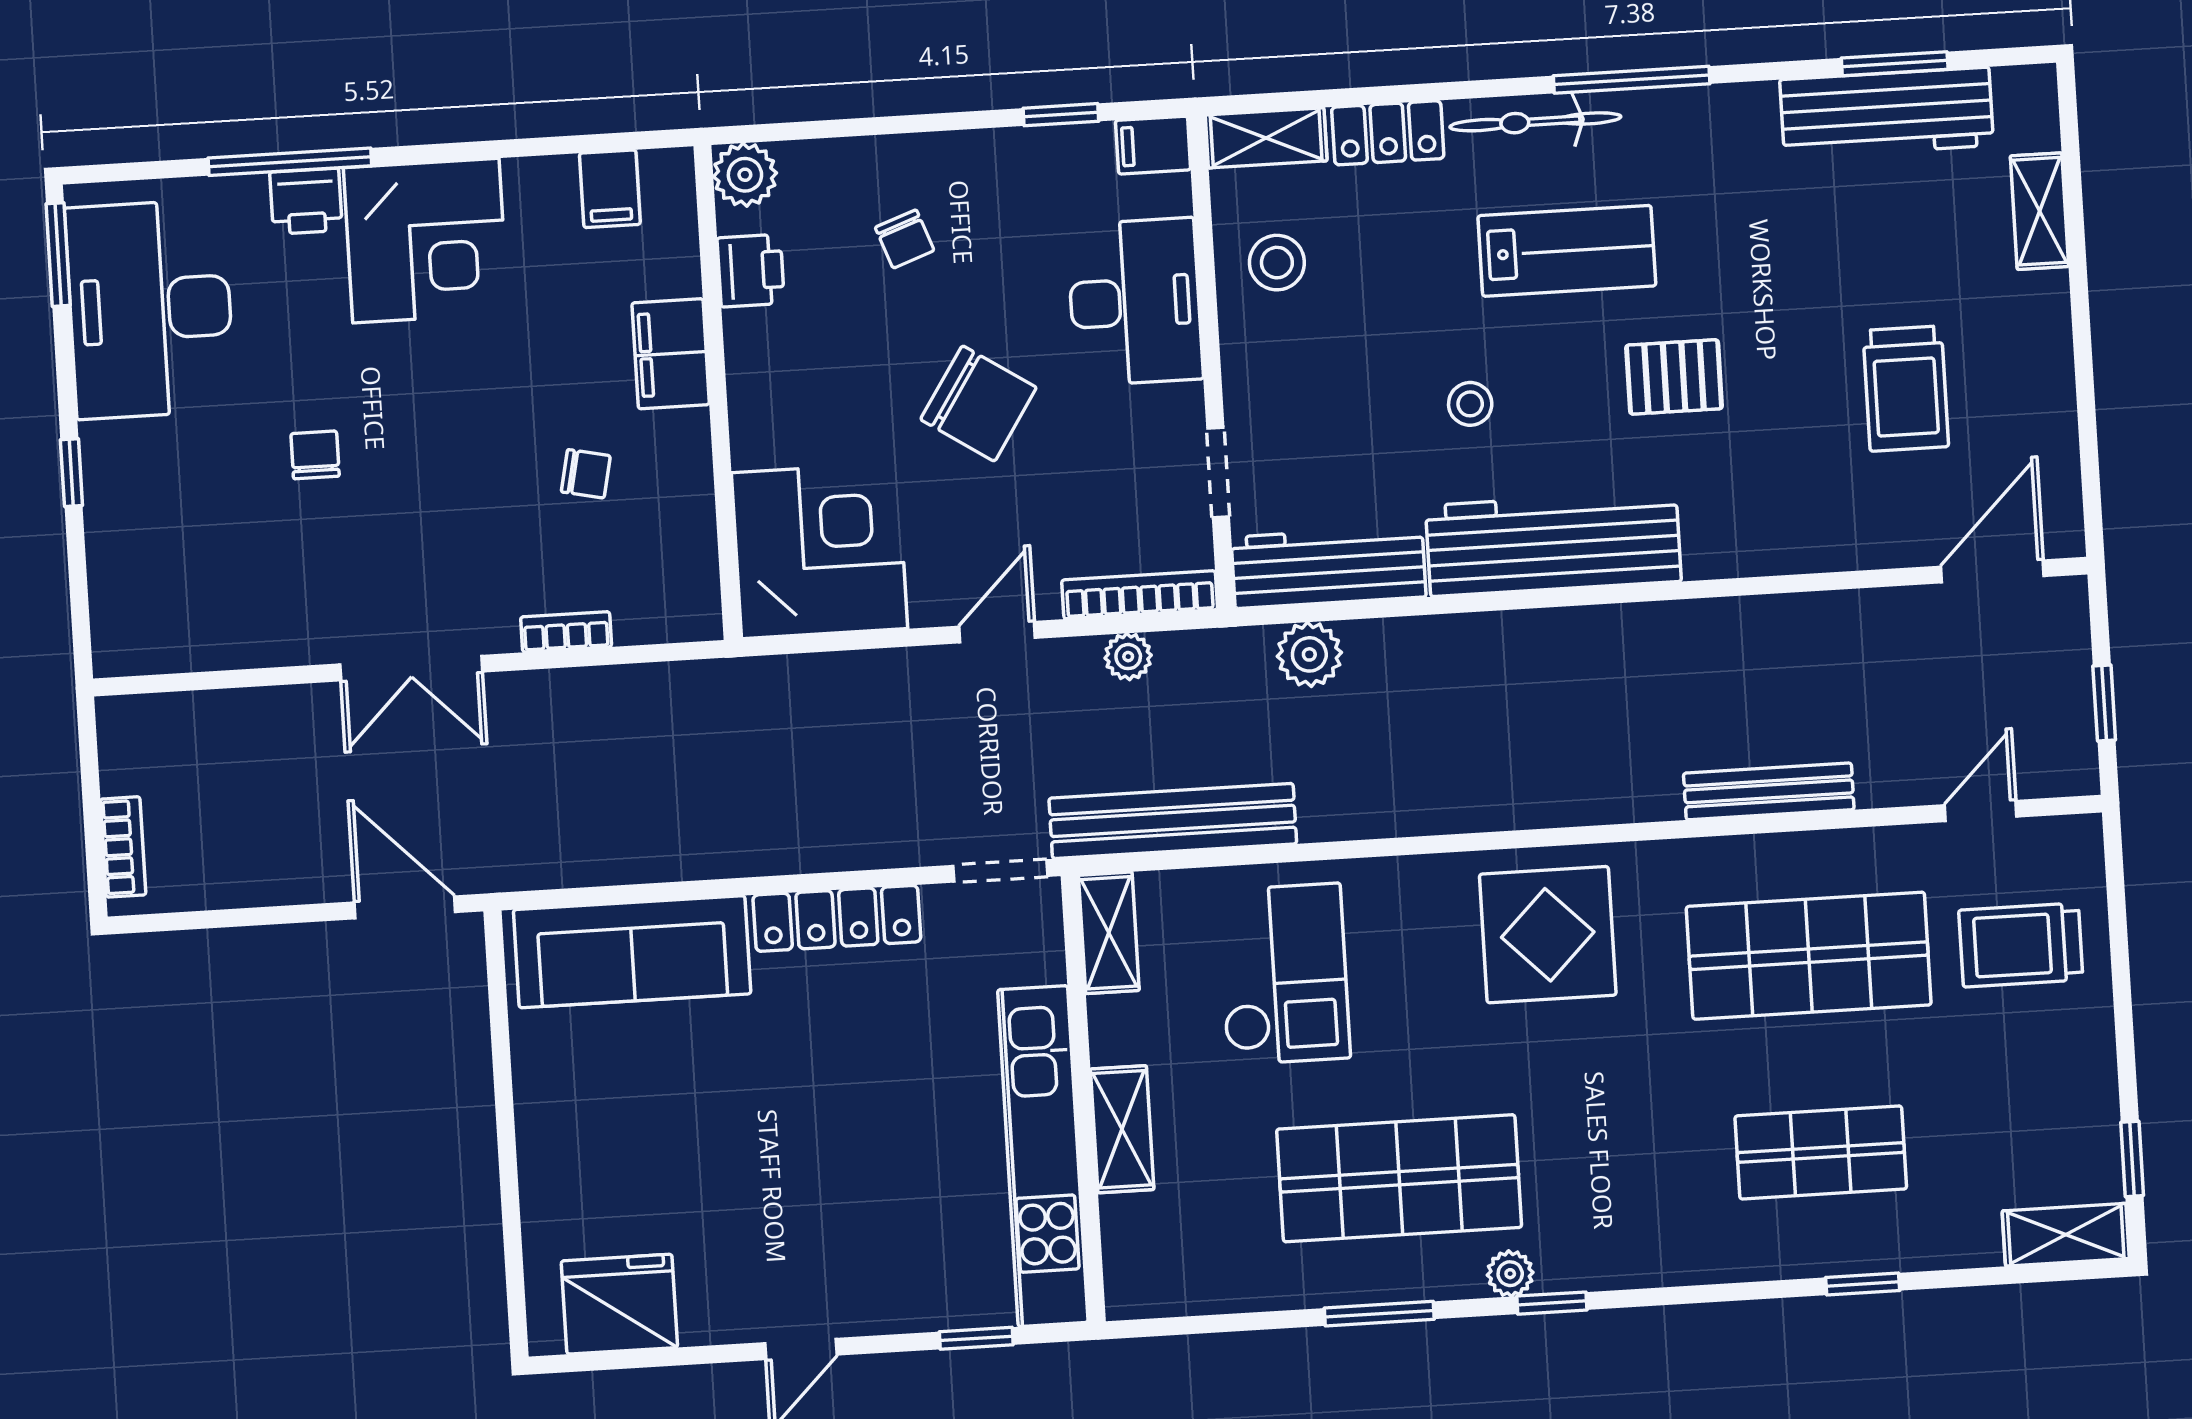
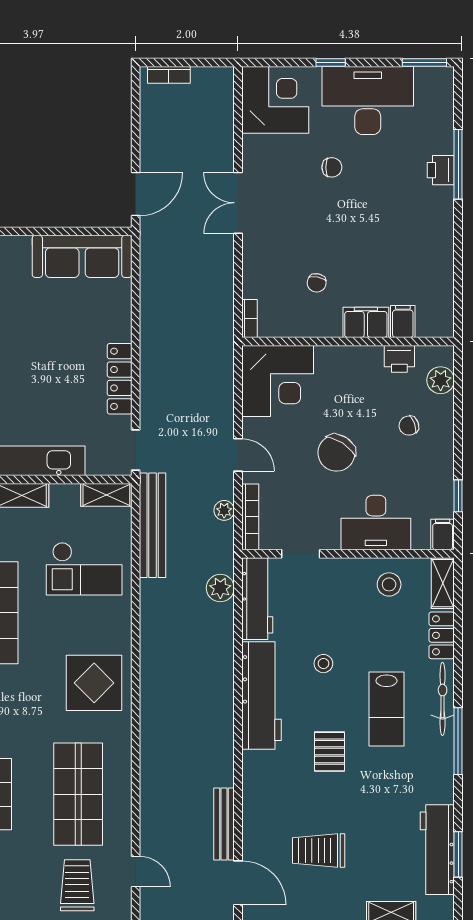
plant: (745, 175) -> (441, 380), moved
filing cabinet: (610, 189) -> (403, 321), moved, turned 90
corner desk: (426, 241) -> (275, 100), moved, turned 180
desk: (150, 309) -> (368, 101), moved
bookcase: (566, 632) -> (249, 318), moved
bench: (1769, 791) -> (224, 824), moved
sofa: (632, 952) -> (82, 256), moved, turned -90

